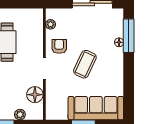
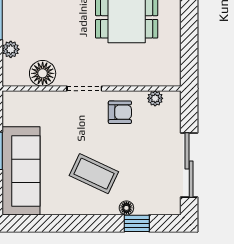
window: (129, 36) -> (137, 223), width x0.46
coffee table: (85, 64) -> (94, 174), moved

